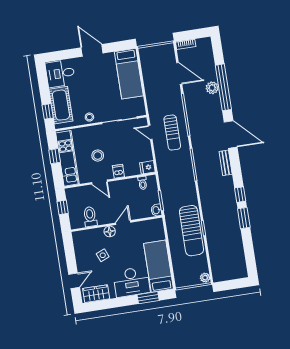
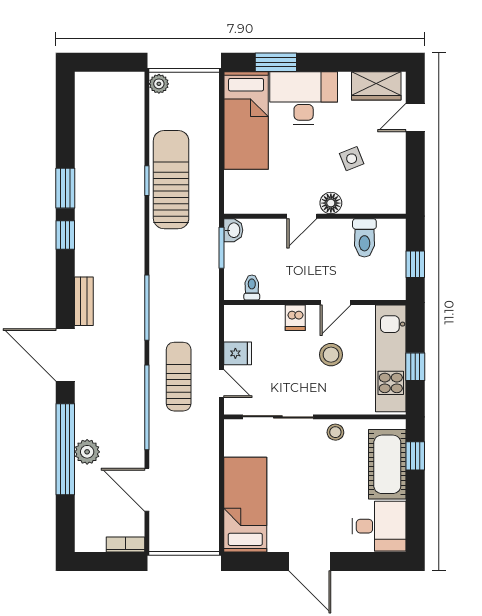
fridge: (147, 167) -> (238, 353), moved
door: (100, 182) -> (335, 303), swing flipped

